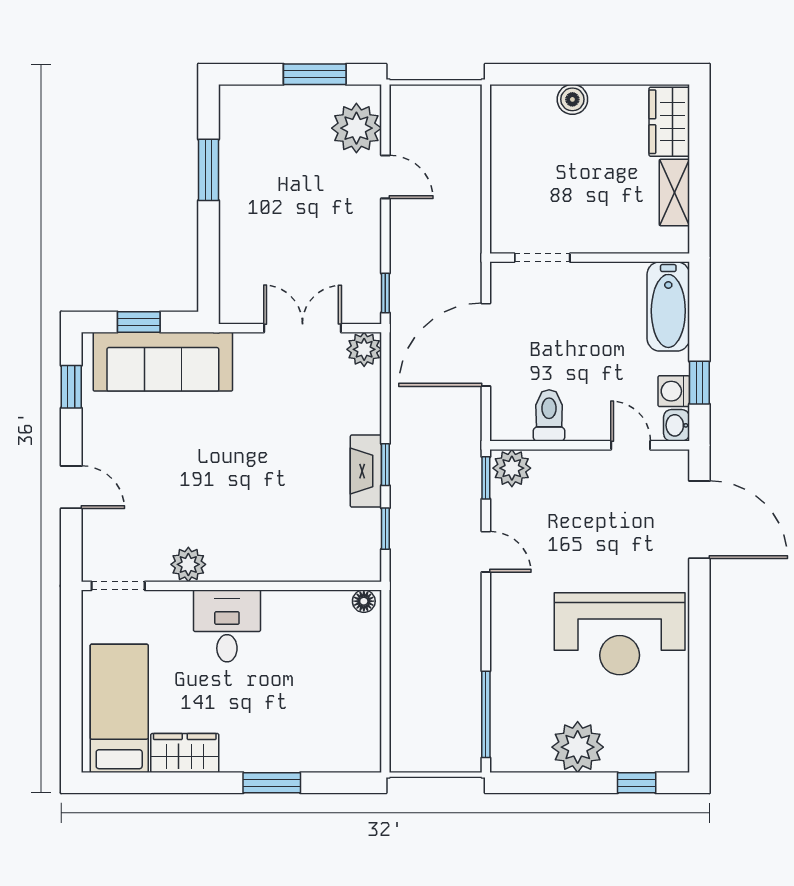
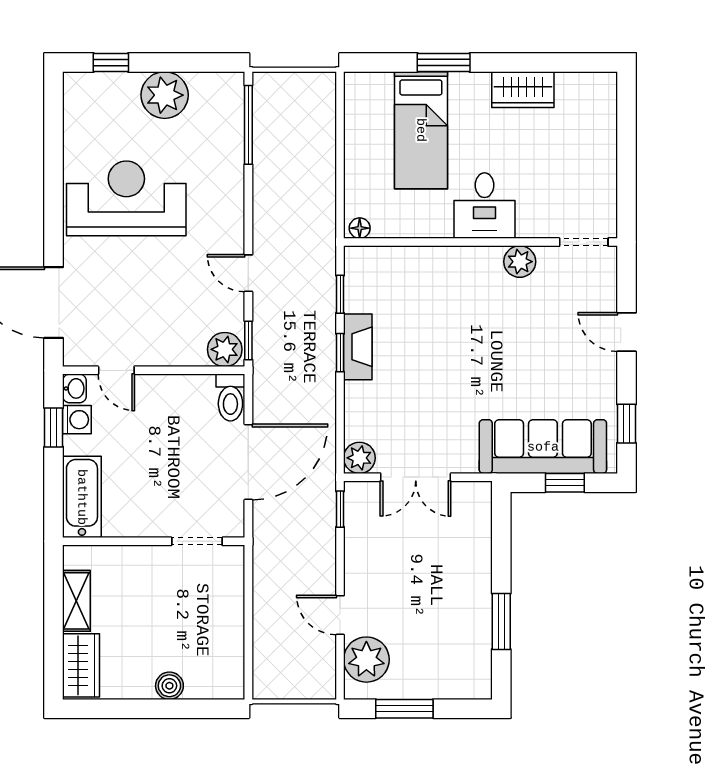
toilet: (549, 415) -> (230, 397), moved
bed: (119, 708) -> (421, 130), moved

